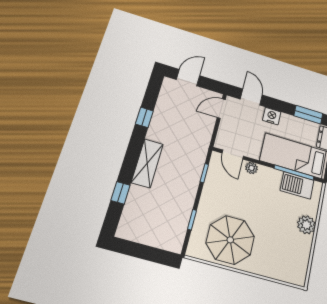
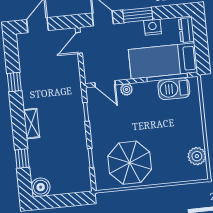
window: (308, 115) -> (138, 15), moved
nightstand: (272, 116) -> (153, 27), moved
shelving: (147, 163) -> (32, 124), width x0.67, depth x0.75
plant: (306, 225) -> (197, 156), moved
boiler: (128, 229) -> (41, 187), added

